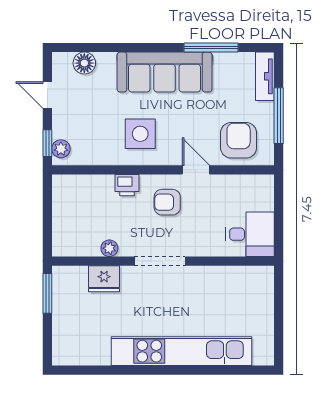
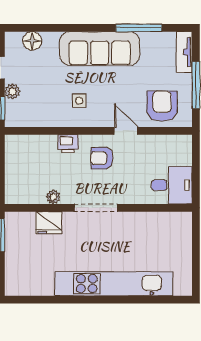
side table: (140, 134) -> (79, 101), width x0.54, depth x0.54
plant: (61, 149) -> (12, 91), moved

